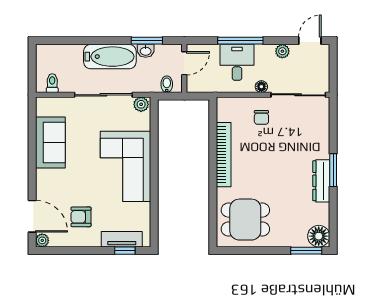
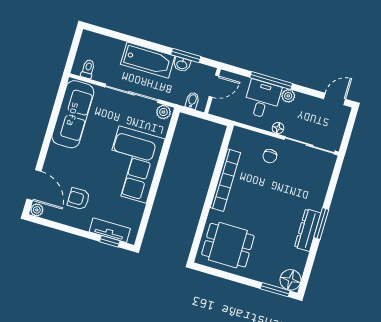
plant: (282, 51) -> (288, 96), moved
sofa: (50, 143) -> (73, 114), width x1.36

